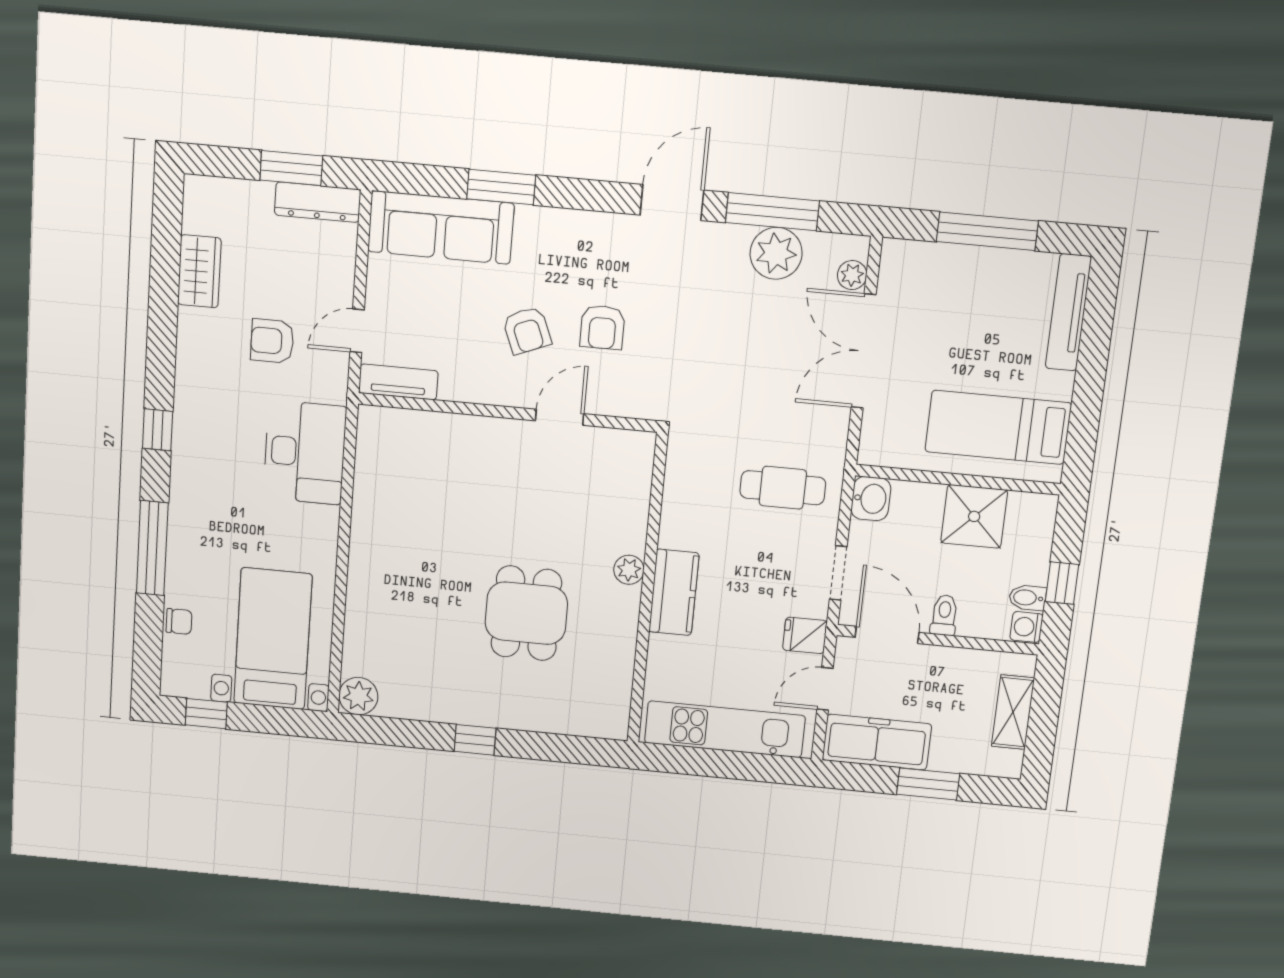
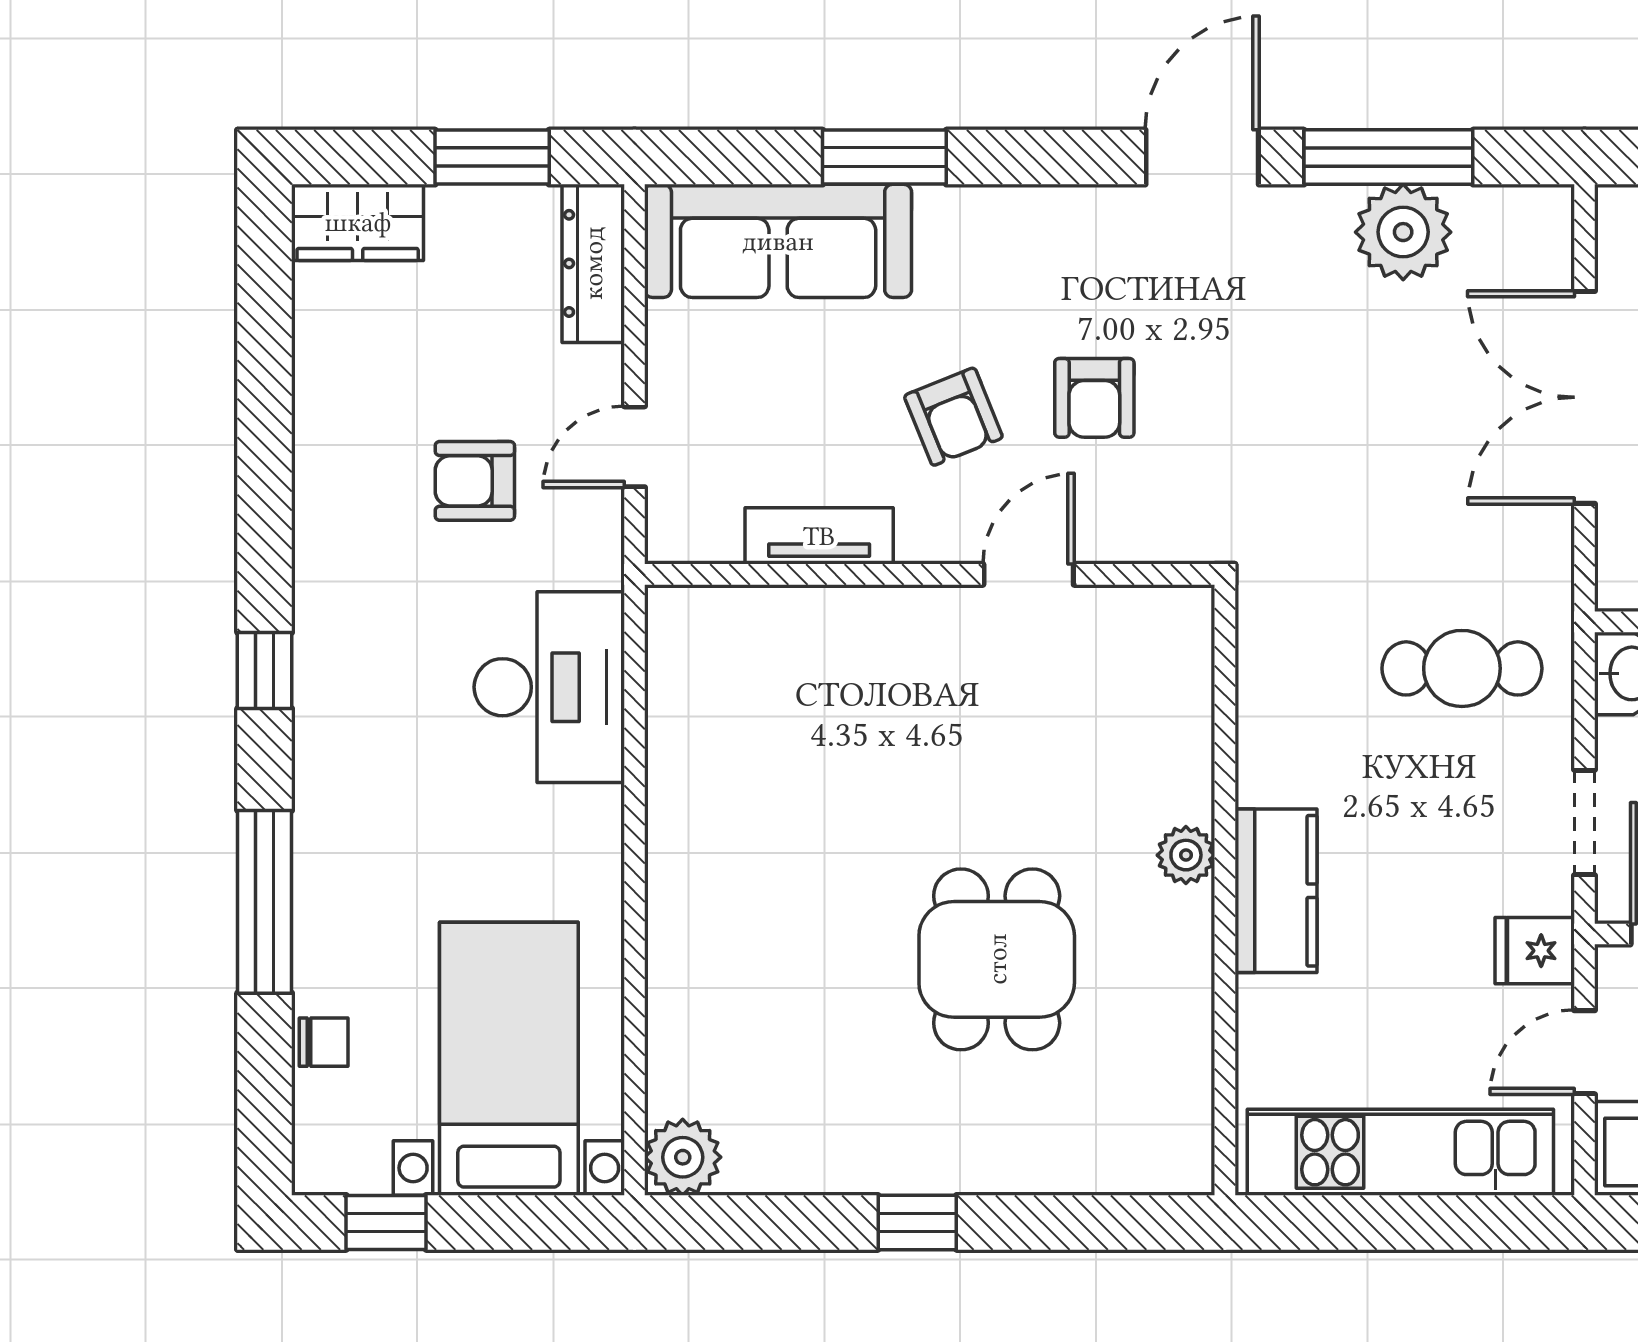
dresser: (318, 202) -> (593, 263), moved, turned 90
wardrobe: (199, 271) -> (358, 222), moved, turned 90
plant: (852, 275) -> (1547, 259), removed
tv unit: (398, 382) -> (819, 536), moved

